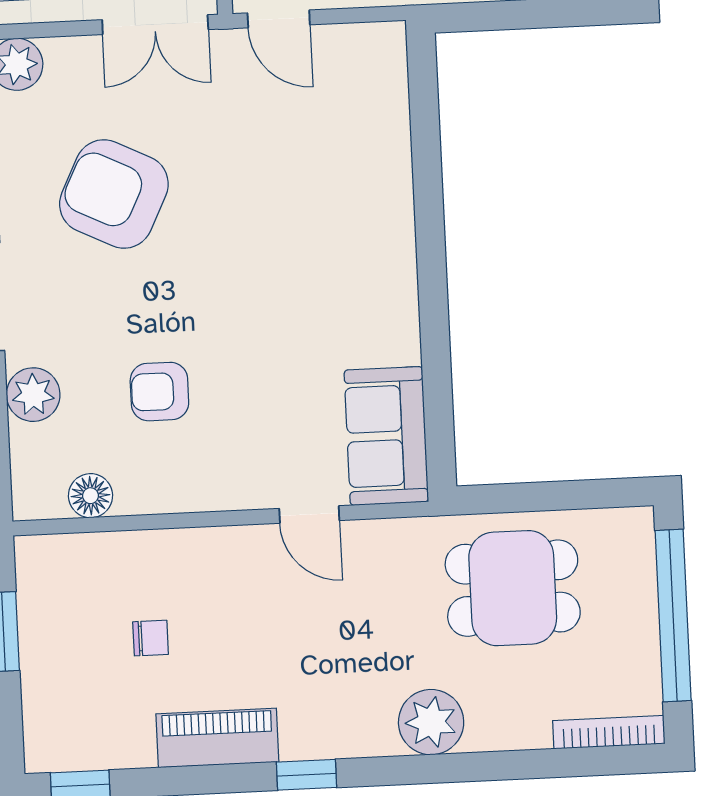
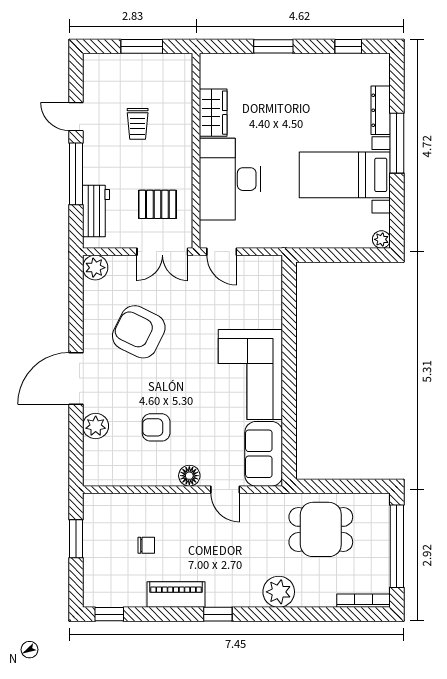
corner sofa: (351, 272) -> (250, 374), added
floor lamp: (90, 496) -> (189, 476), moved

